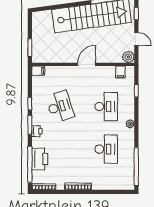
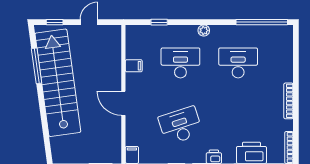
plant: (128, 57) -> (113, 33), removed
door: (87, 64) -> (123, 103), moved
filing cabinet: (120, 72) -> (134, 66), moved

